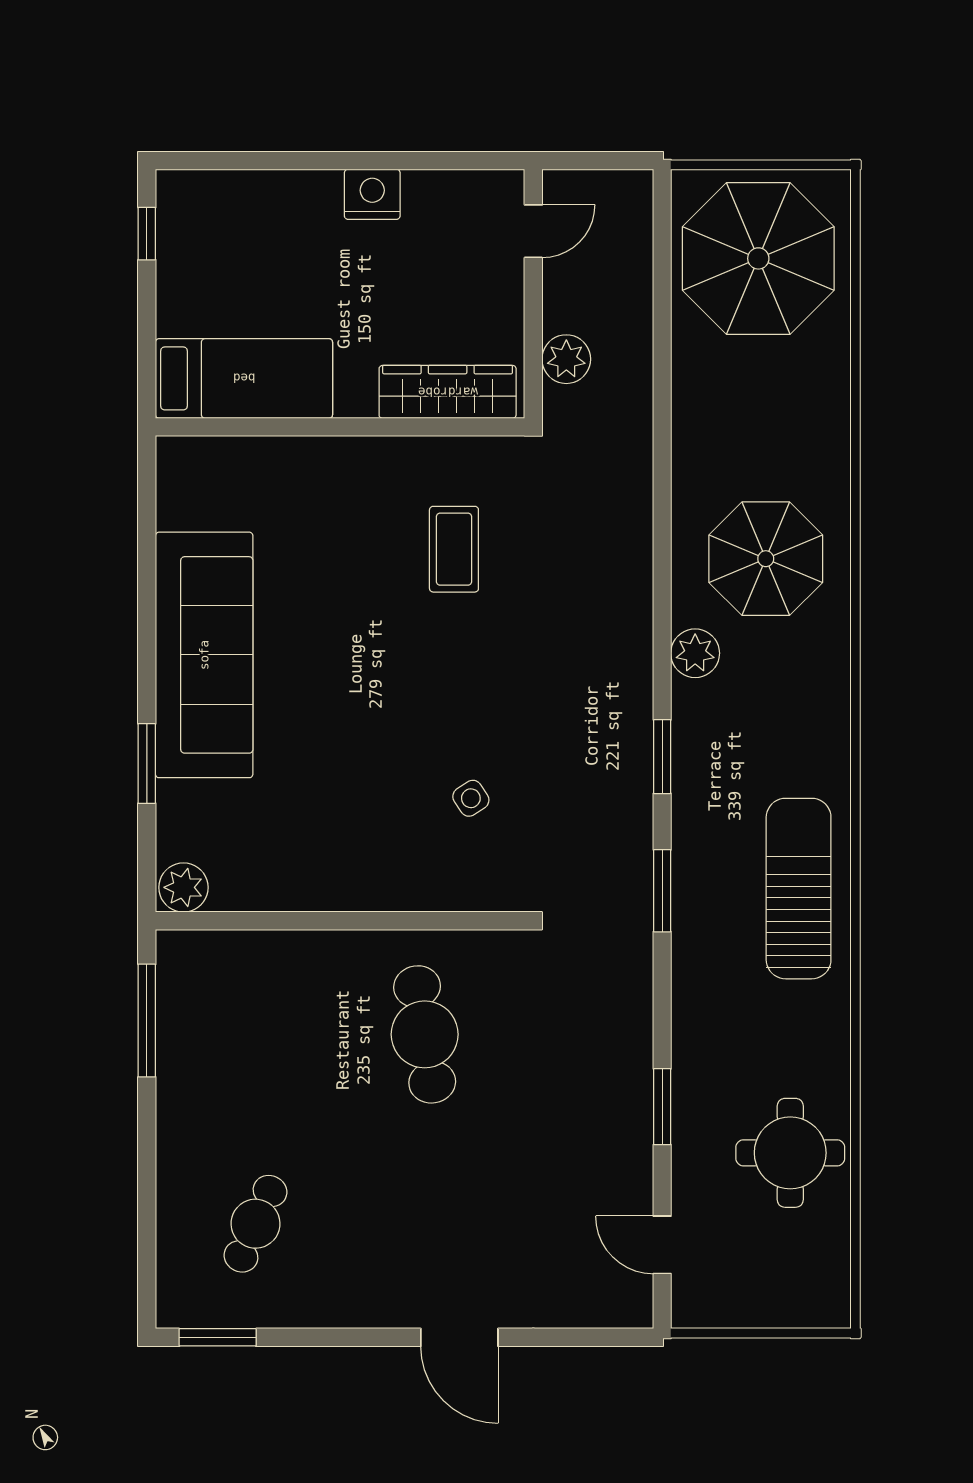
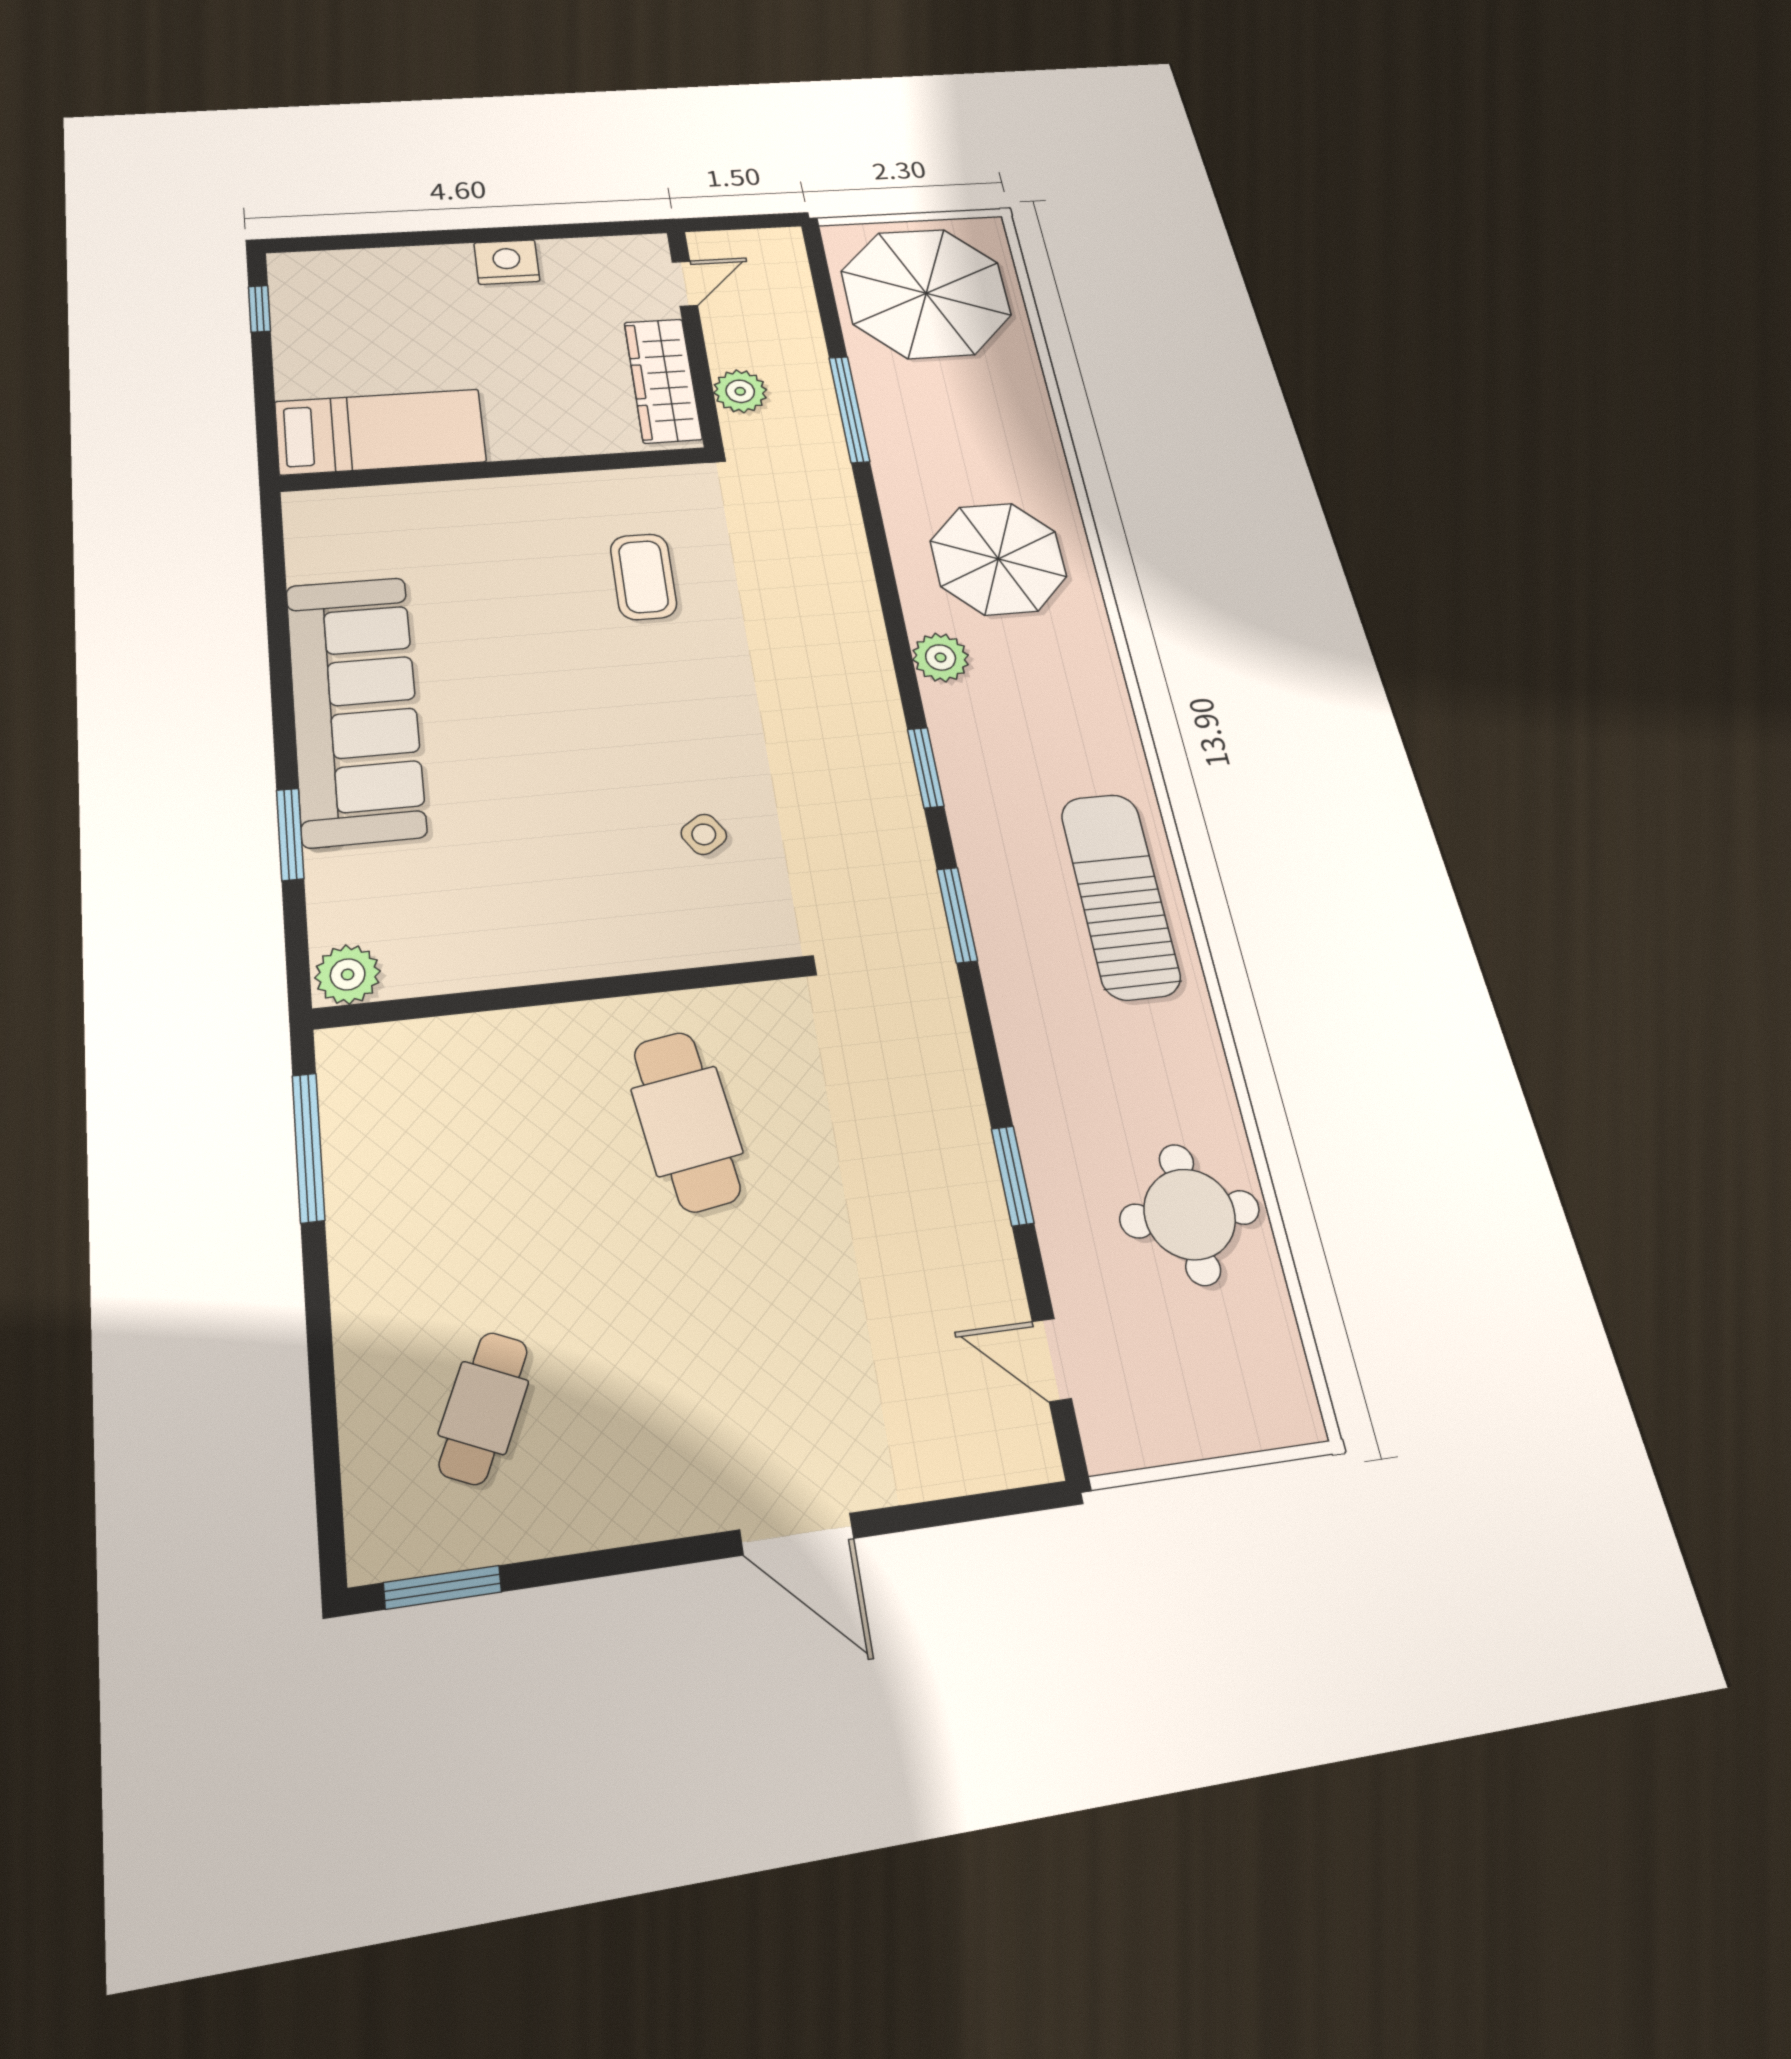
window: (662, 387) -> (849, 409), added
wardrobe: (448, 392) -> (663, 380), moved, turned -90

